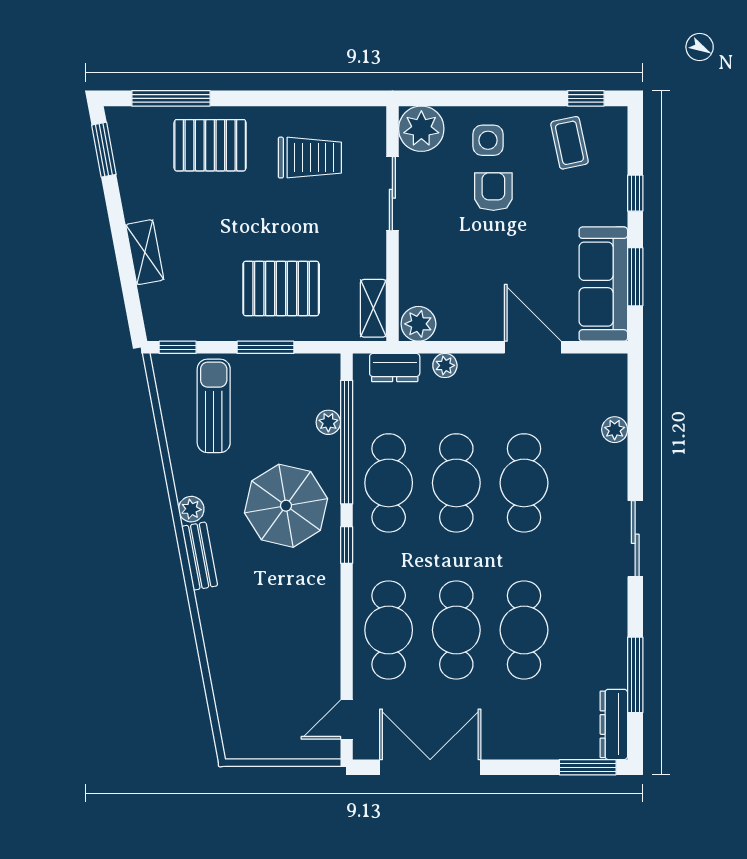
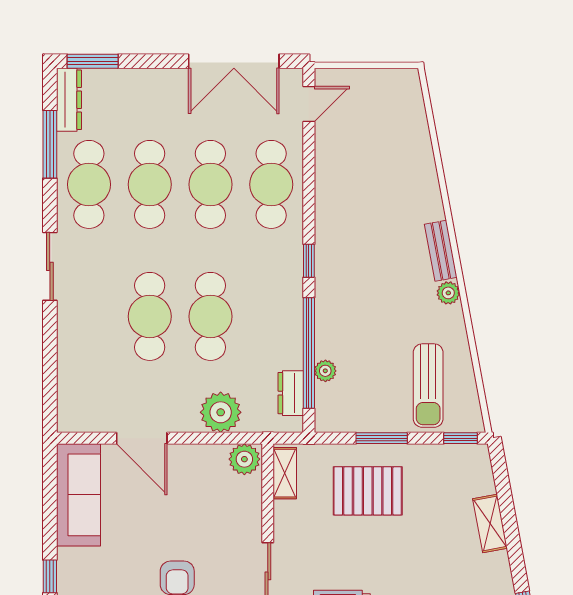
window: (635, 277) -> (50, 501), removed
plant: (445, 365) -> (221, 412), width x1.88, depth x1.88
dresser: (395, 368) -> (291, 393), moved, turned -90
plant: (615, 430) -> (68, 364), removed
cafe table: (389, 483) -> (89, 184), moved
parasol: (286, 506) -> (363, 296), removed

